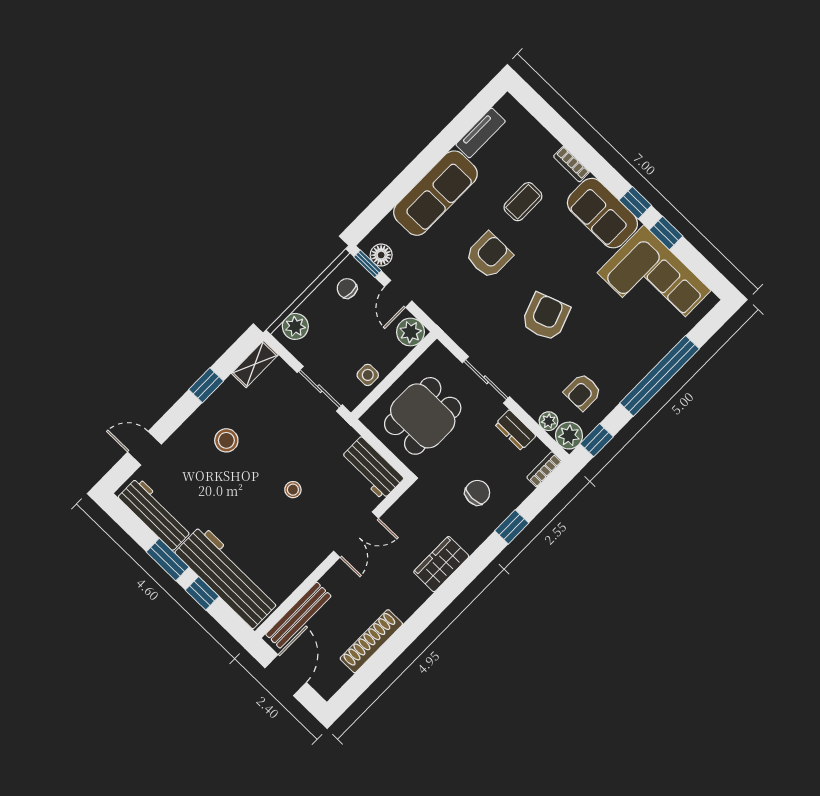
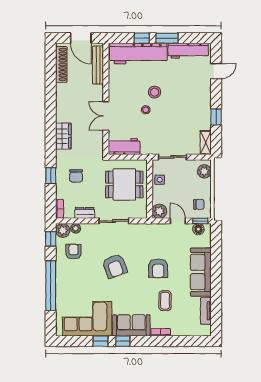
dining table: (423, 416) -> (124, 184), turned 90
stool: (226, 440) -> (155, 92), moved
shoe rack: (371, 641) -> (61, 64), moved

